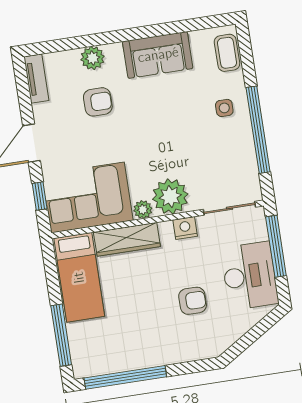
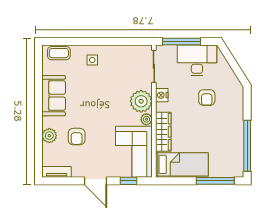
armchair: (98, 102) -> (77, 137), turned 180
window: (258, 130) -> (109, 42), removed
armchair: (193, 301) -> (207, 98), turned 180

